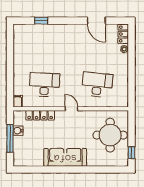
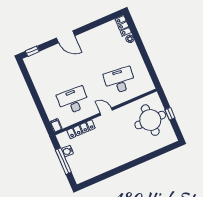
window: (41, 21) -> (32, 51), moved
door: (96, 21) -> (66, 37), moved
window: (131, 153) -> (170, 114), moved
sofa: (65, 157) -> (119, 157), removed

